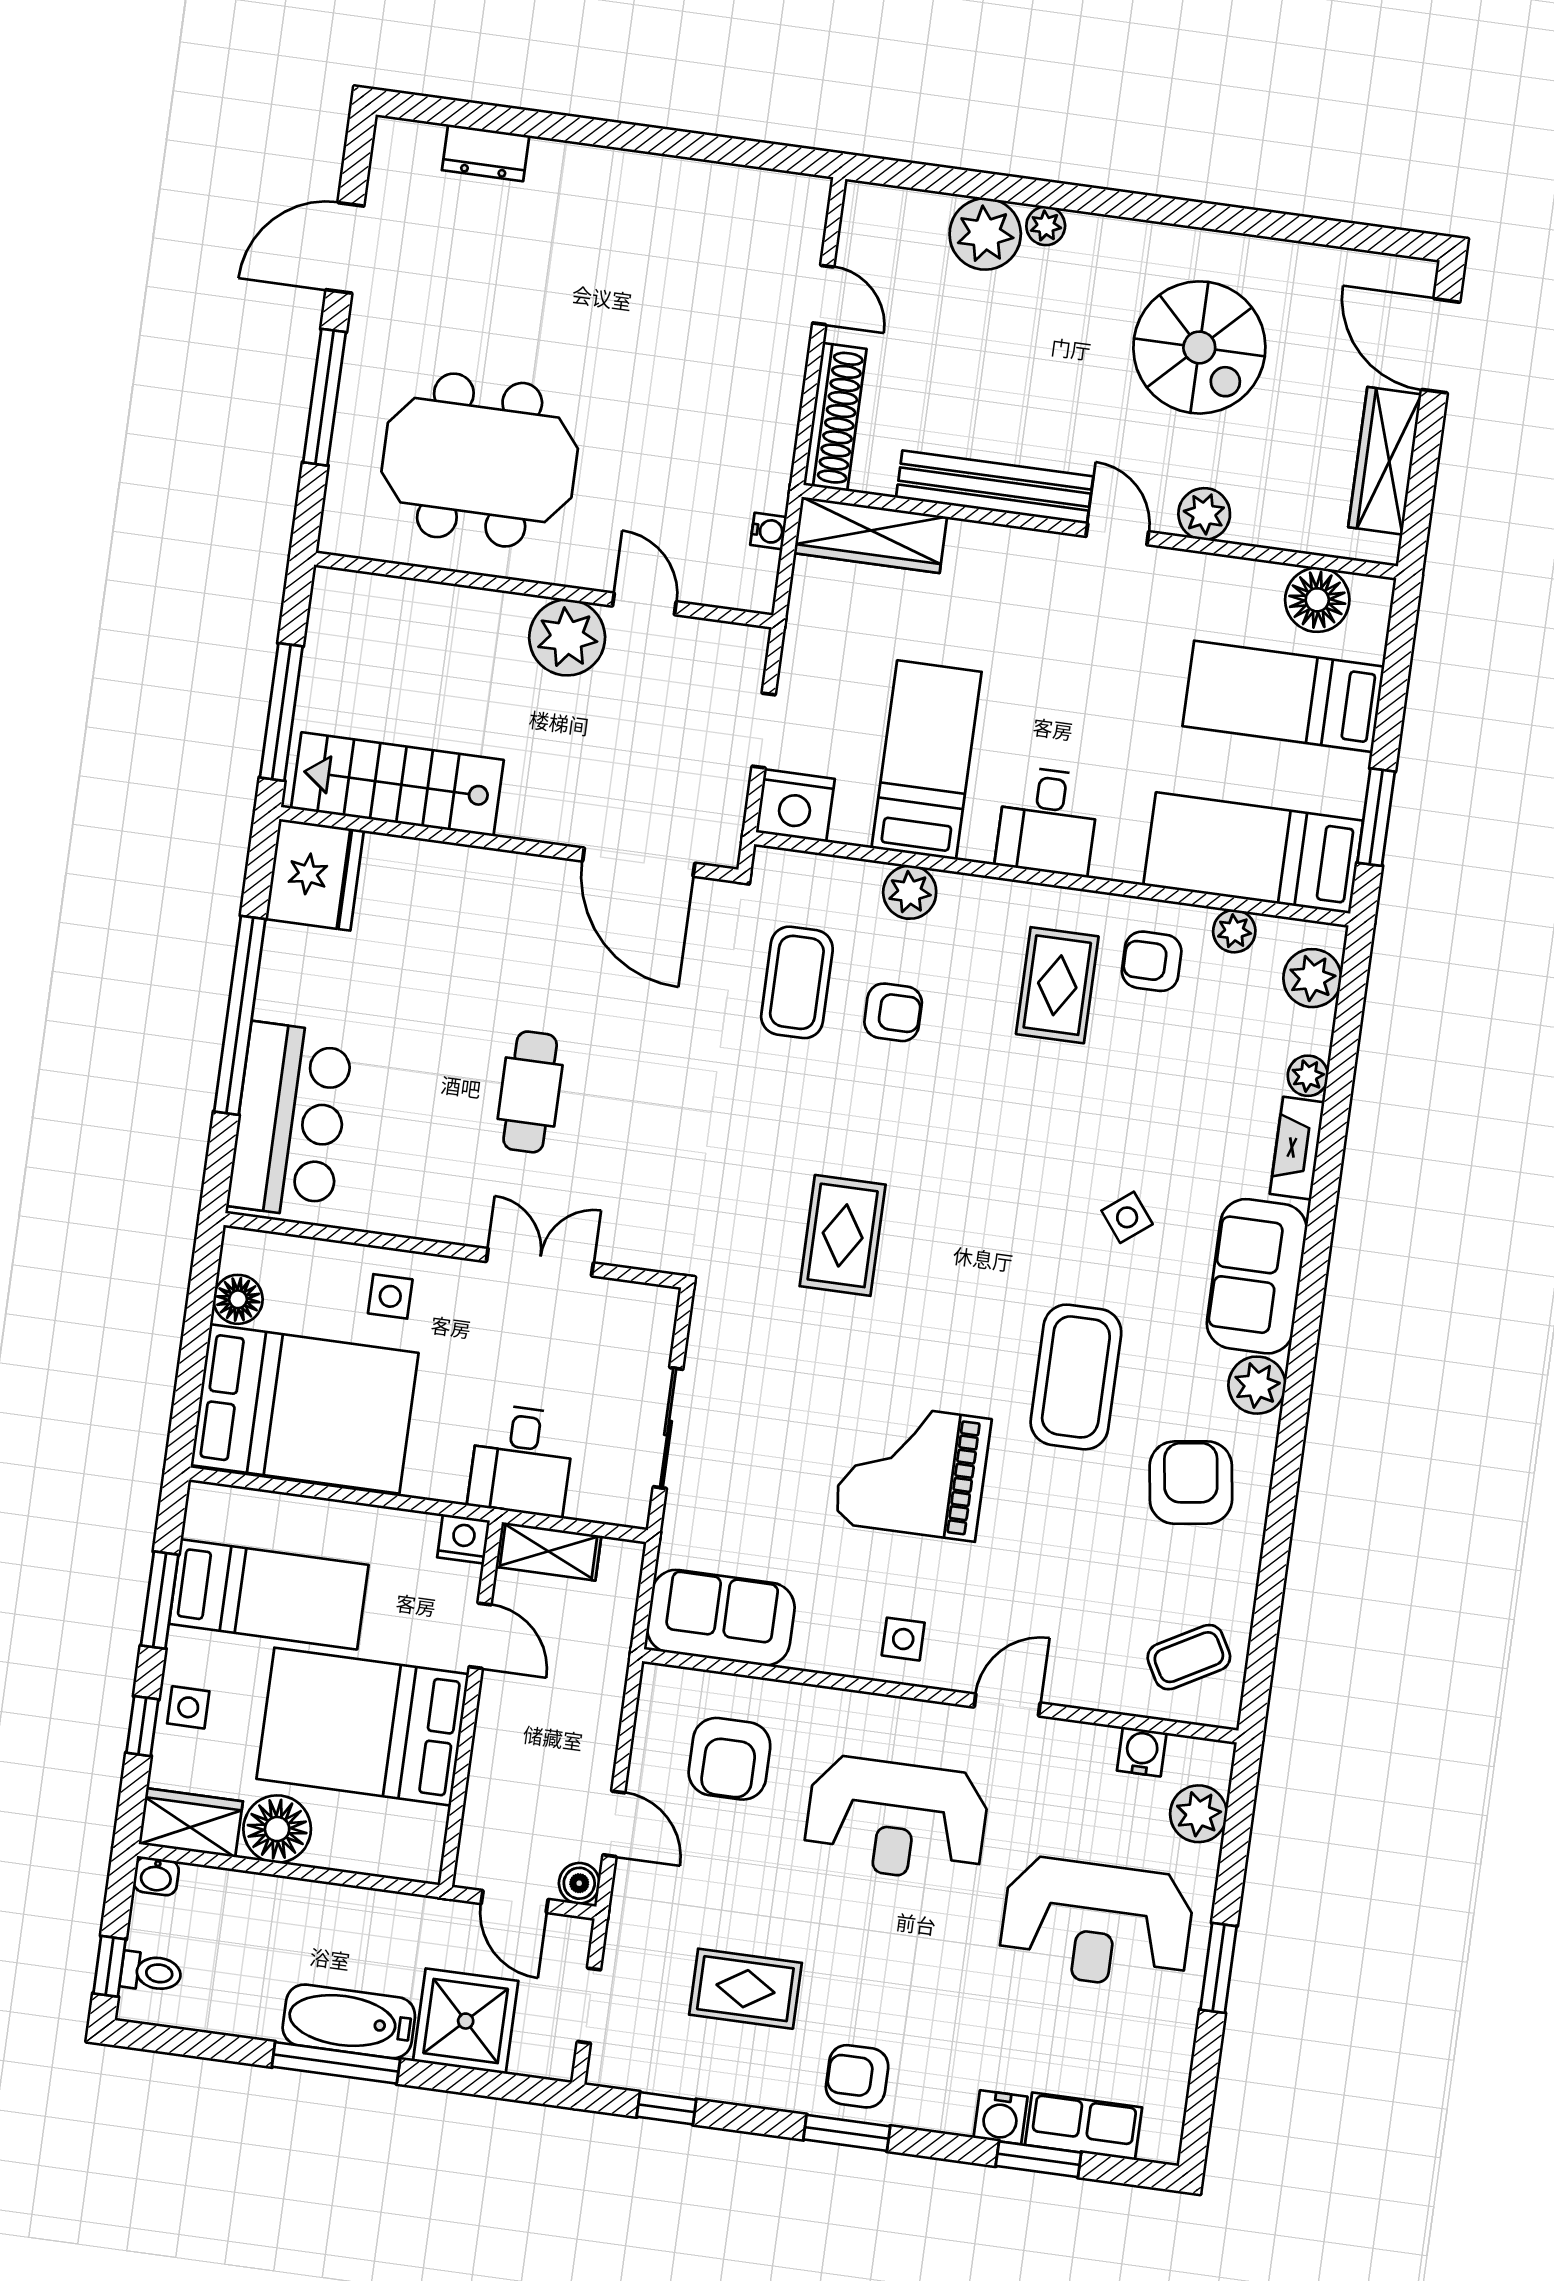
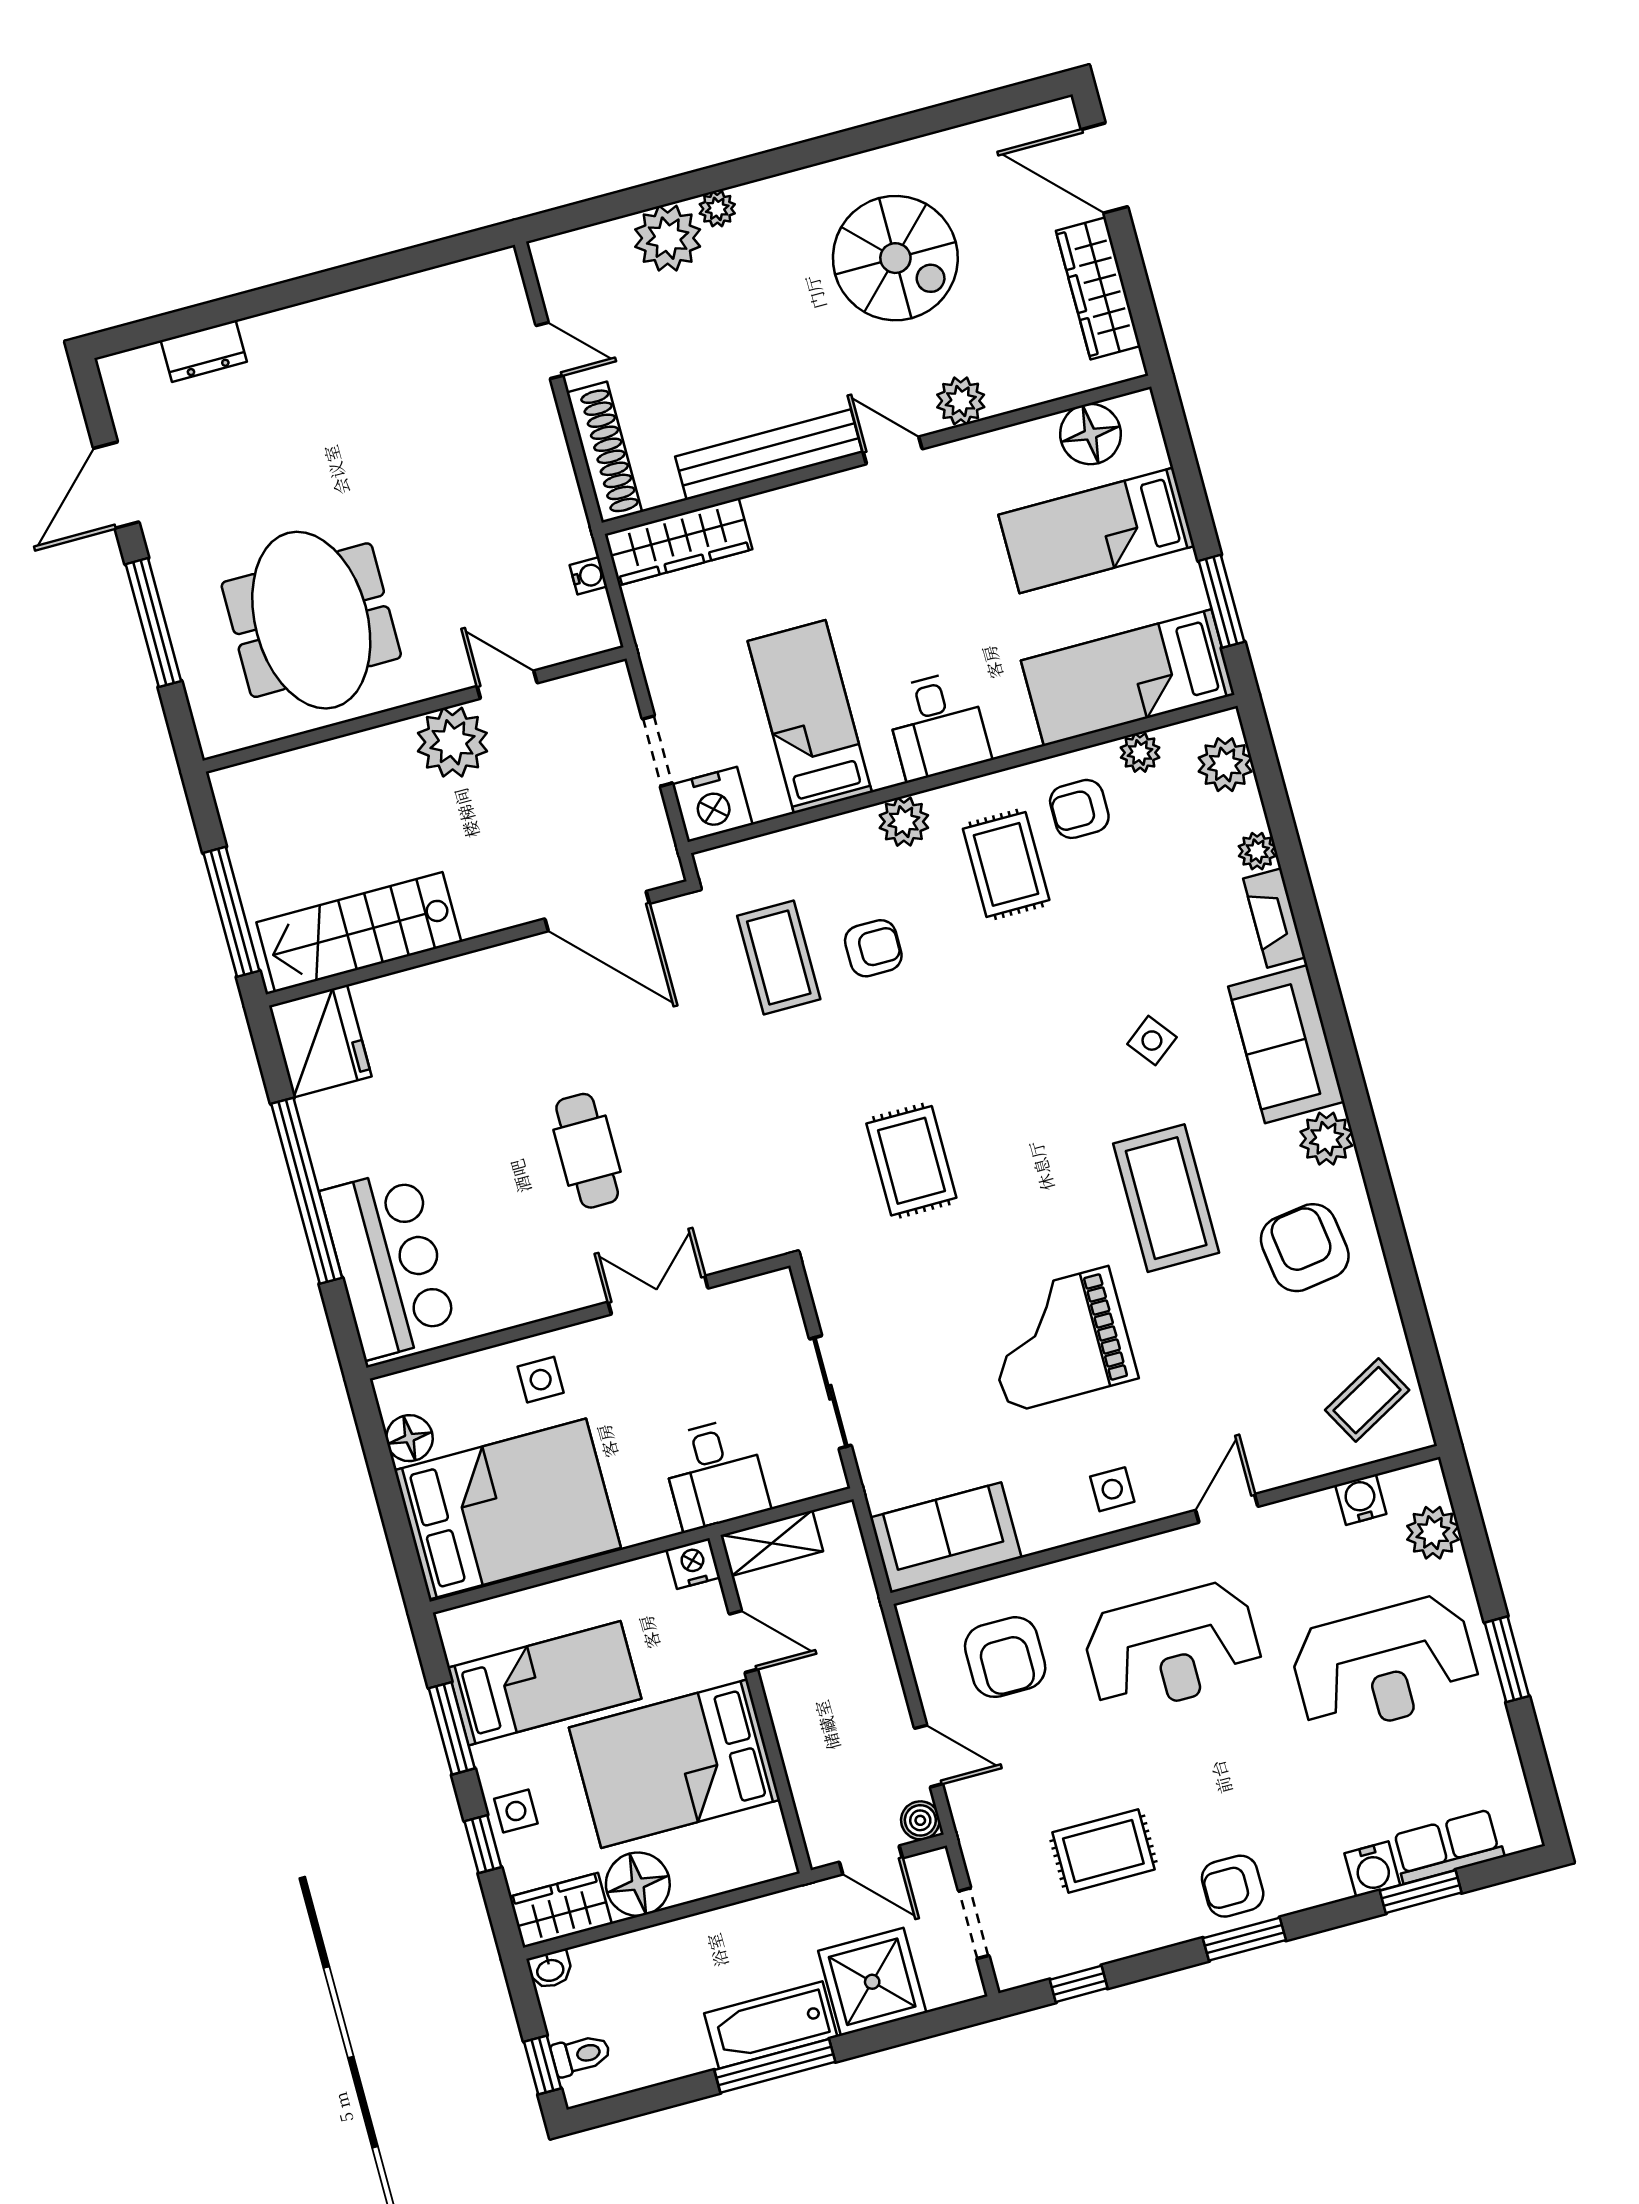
meeting table: (480, 460) -> (311, 620), turned 90
plant: (910, 892) -> (904, 822), moved

